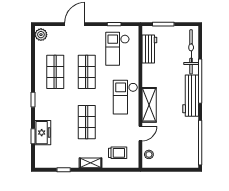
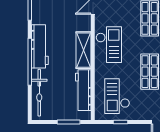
checkout: (117, 49) -> (117, 96), turned 180
workbench: (149, 49) -> (83, 90), width x1.38
shelving: (149, 105) -> (84, 50), moved

